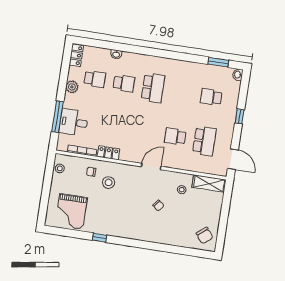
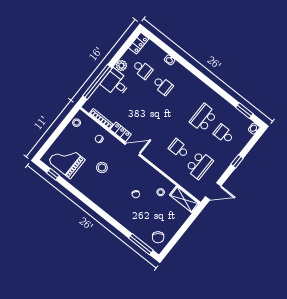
school desk: (153, 88) -> (203, 118), moved, turned 180
window: (57, 117) -> (97, 82), width x1.46
desk: (74, 122) -> (116, 83), moved
door: (233, 159) -> (213, 191), hinge flipped
door: (151, 167) -> (132, 149), moved
stool: (109, 183) -> (102, 168), moved
grand piano: (71, 211) -> (67, 161), turned 90
window: (100, 238) -> (53, 174), moved
window: (191, 252) -> (141, 244), added

